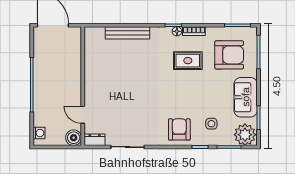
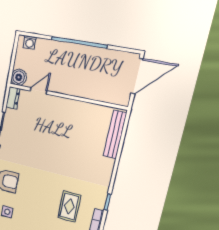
floor lamp: (177, 31) -> (101, 204), removed
bench: (128, 33) -> (115, 135), moved

